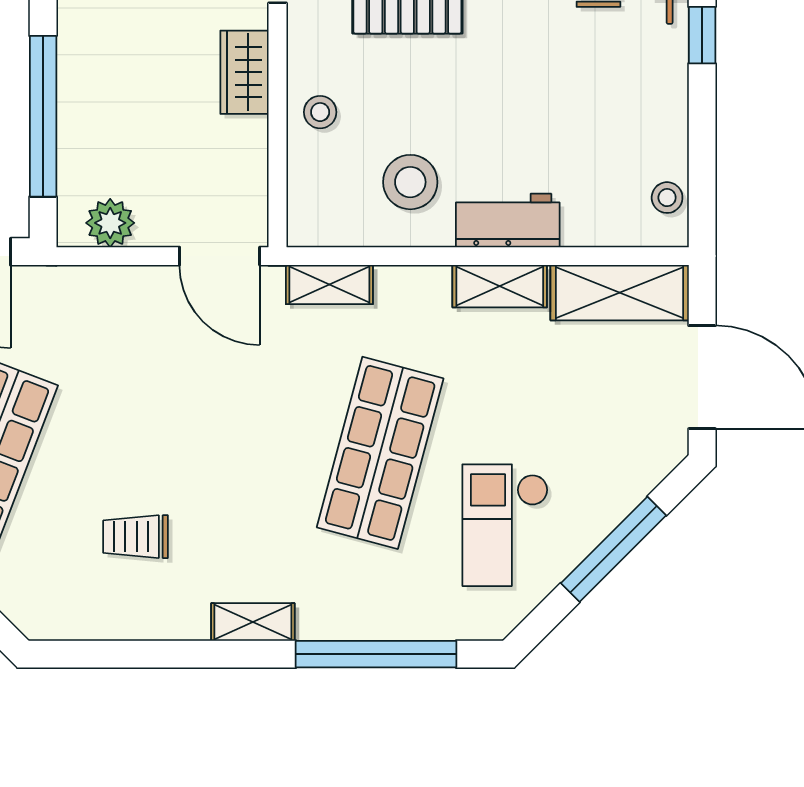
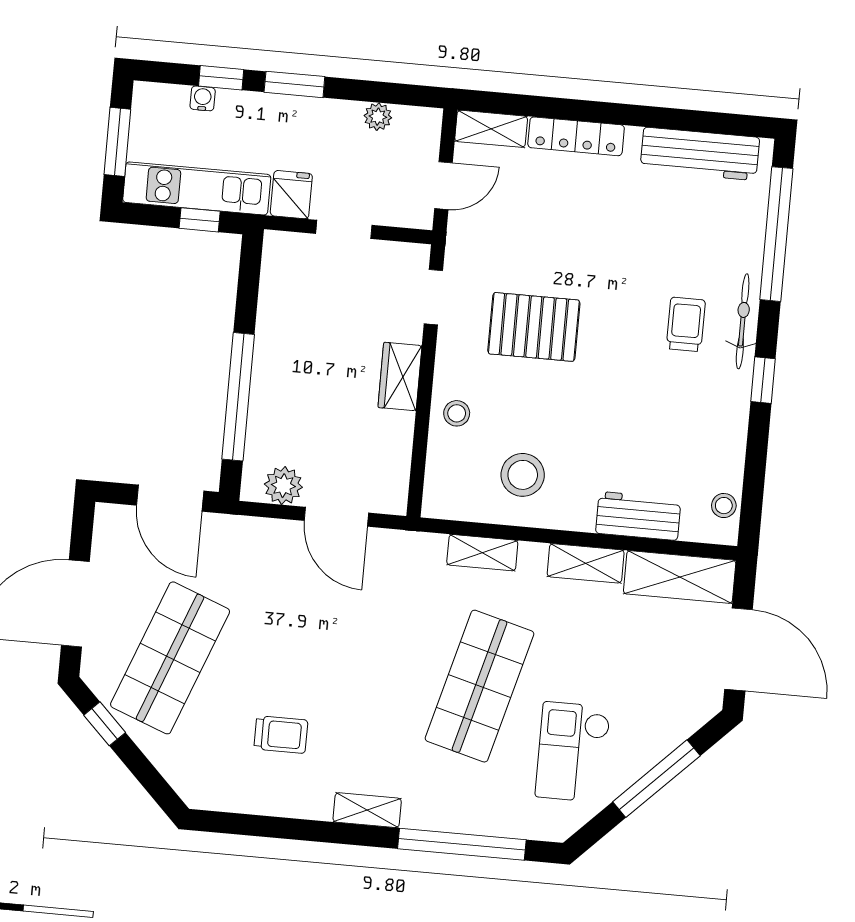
workbench: (508, 220) -> (638, 516), moved
door: (220, 256) -> (336, 517), moved
shelving: (329, 285) -> (482, 553), moved
trolley: (136, 537) -> (281, 735), turned 180

